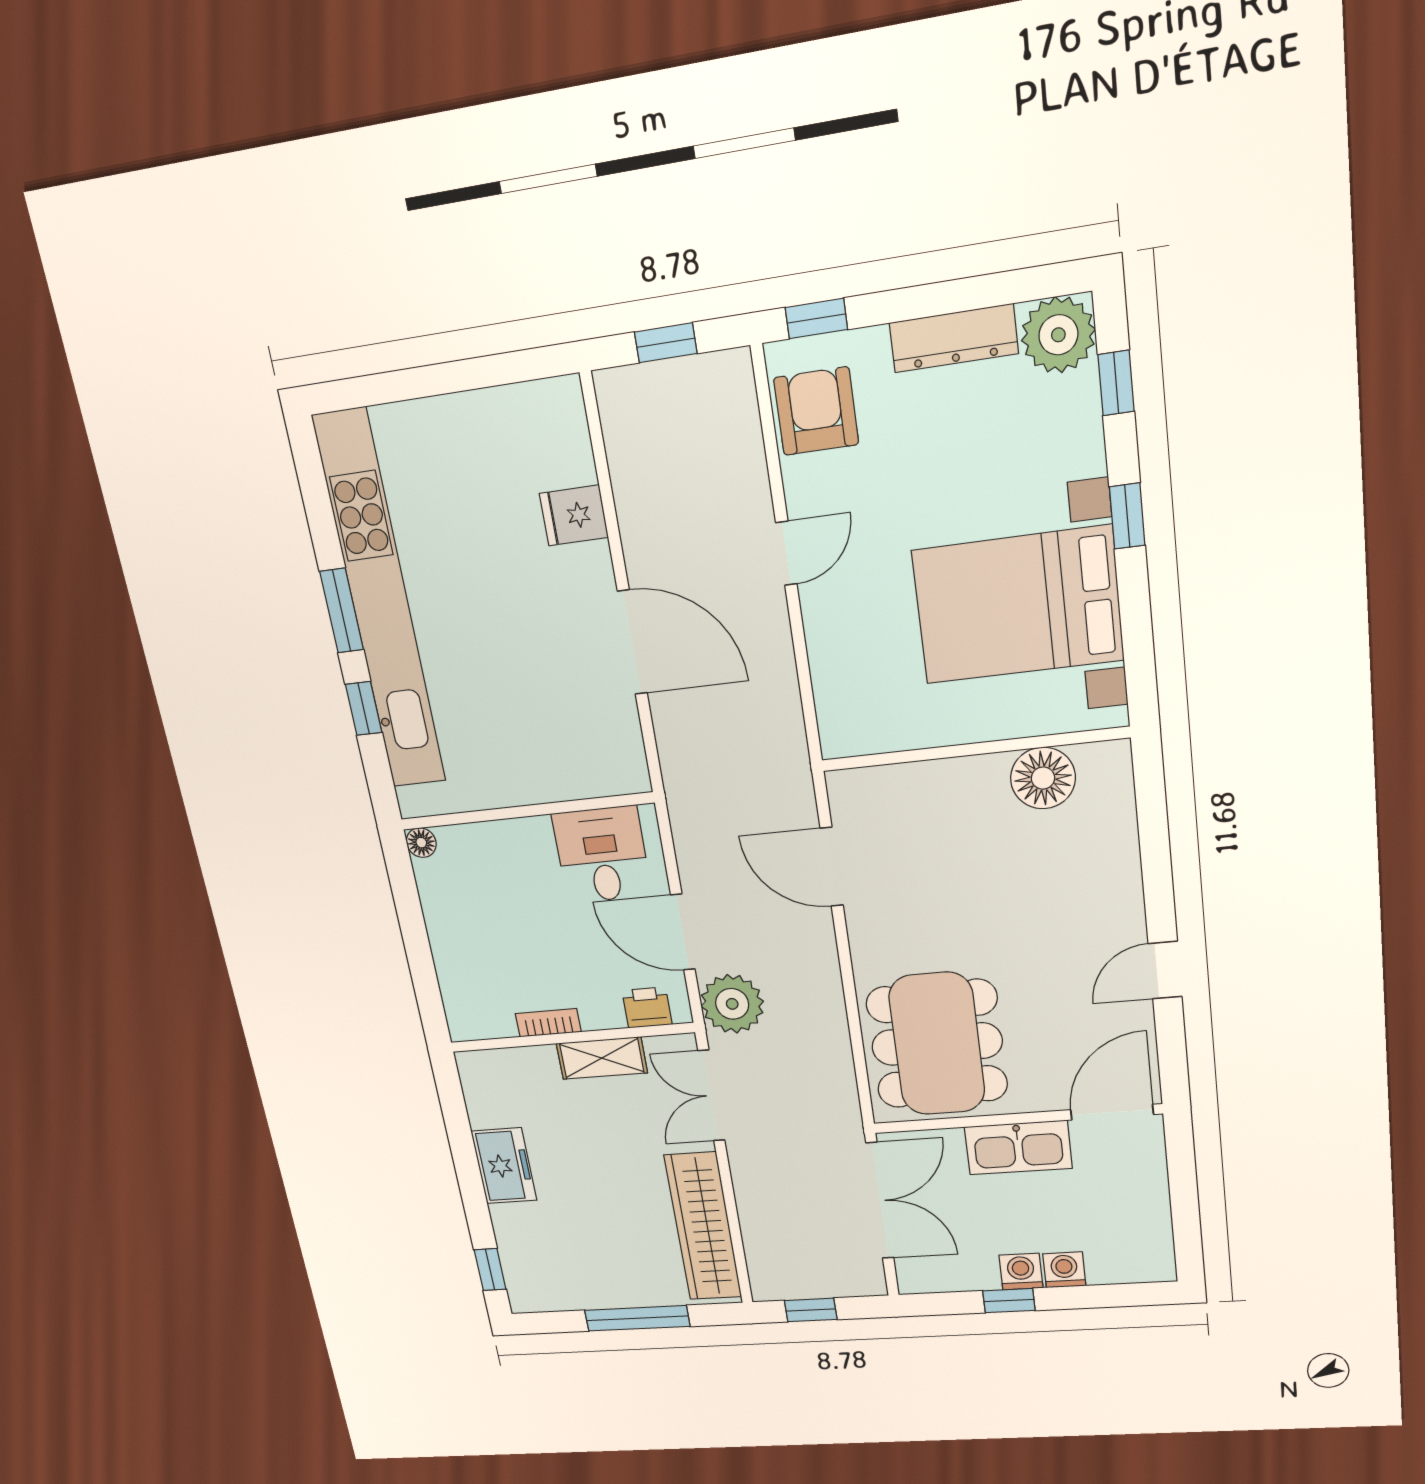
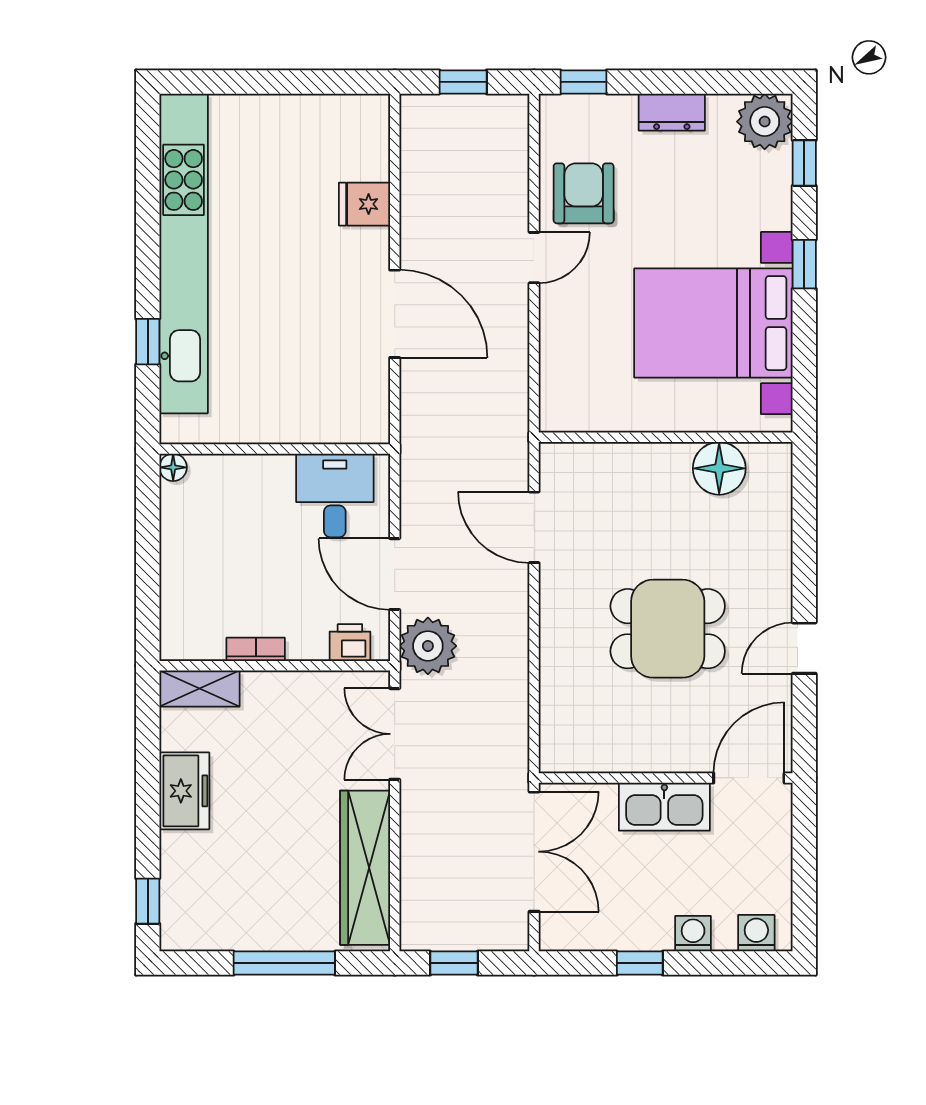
dresser: (954, 338) -> (672, 112), width x0.70
armchair: (816, 411) -> (584, 193), moved
window: (342, 611) -> (148, 256), removed
dining table: (937, 1044) -> (668, 629), moved, width x0.73
shelving: (602, 1058) -> (199, 688), moved
washing machine: (1021, 1272) -> (756, 933), moved

